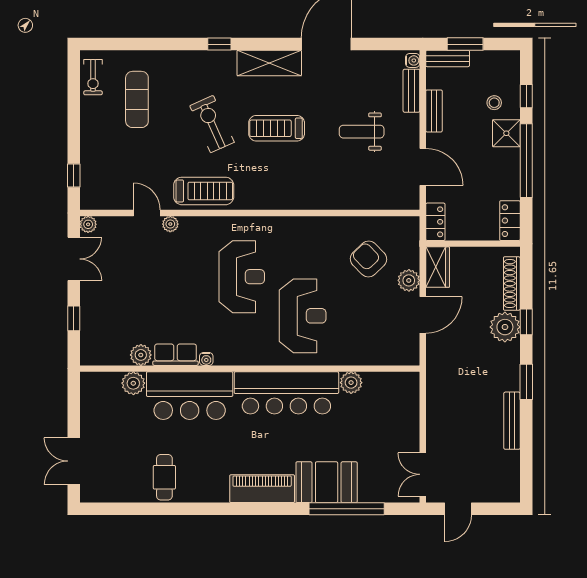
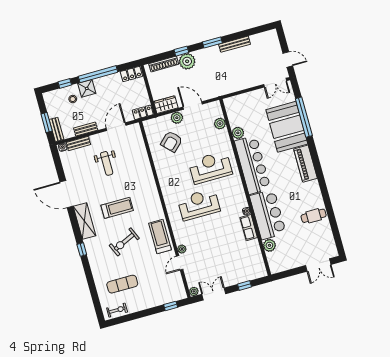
treadmill: (277, 128) -> (117, 208), turned -90
plant: (141, 355) -> (220, 124), moved
booth: (327, 482) -> (287, 127), width x1.36, depth x1.42

